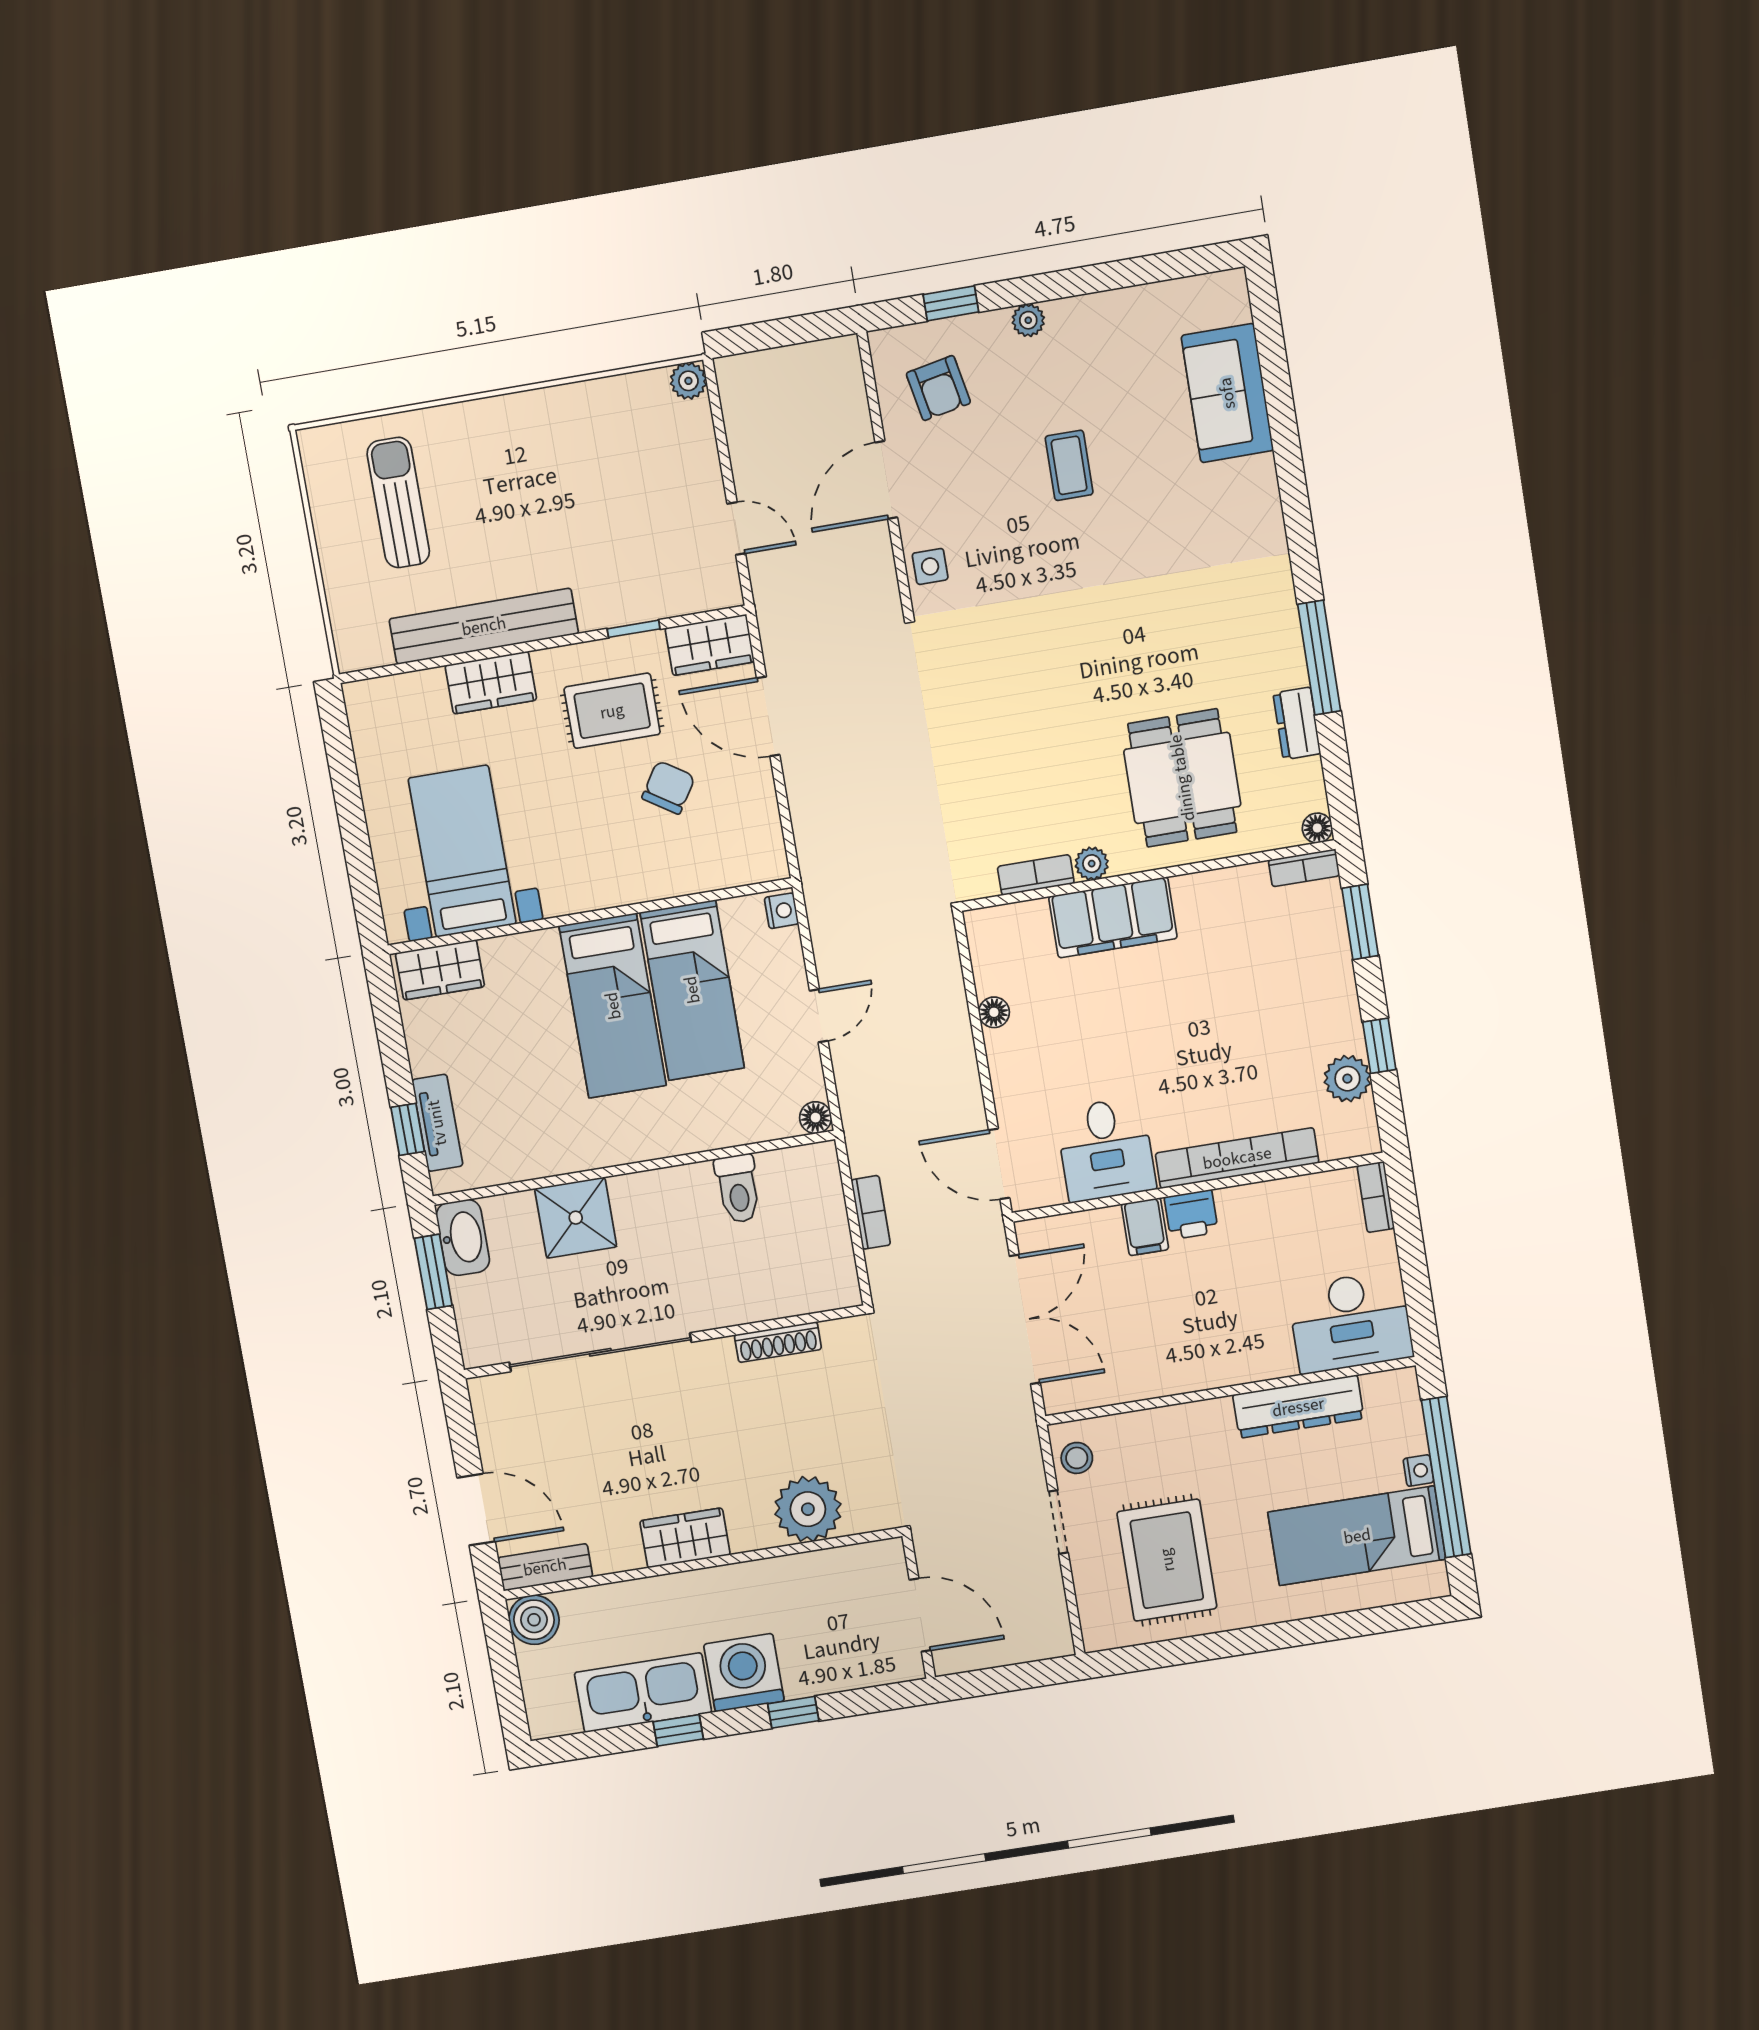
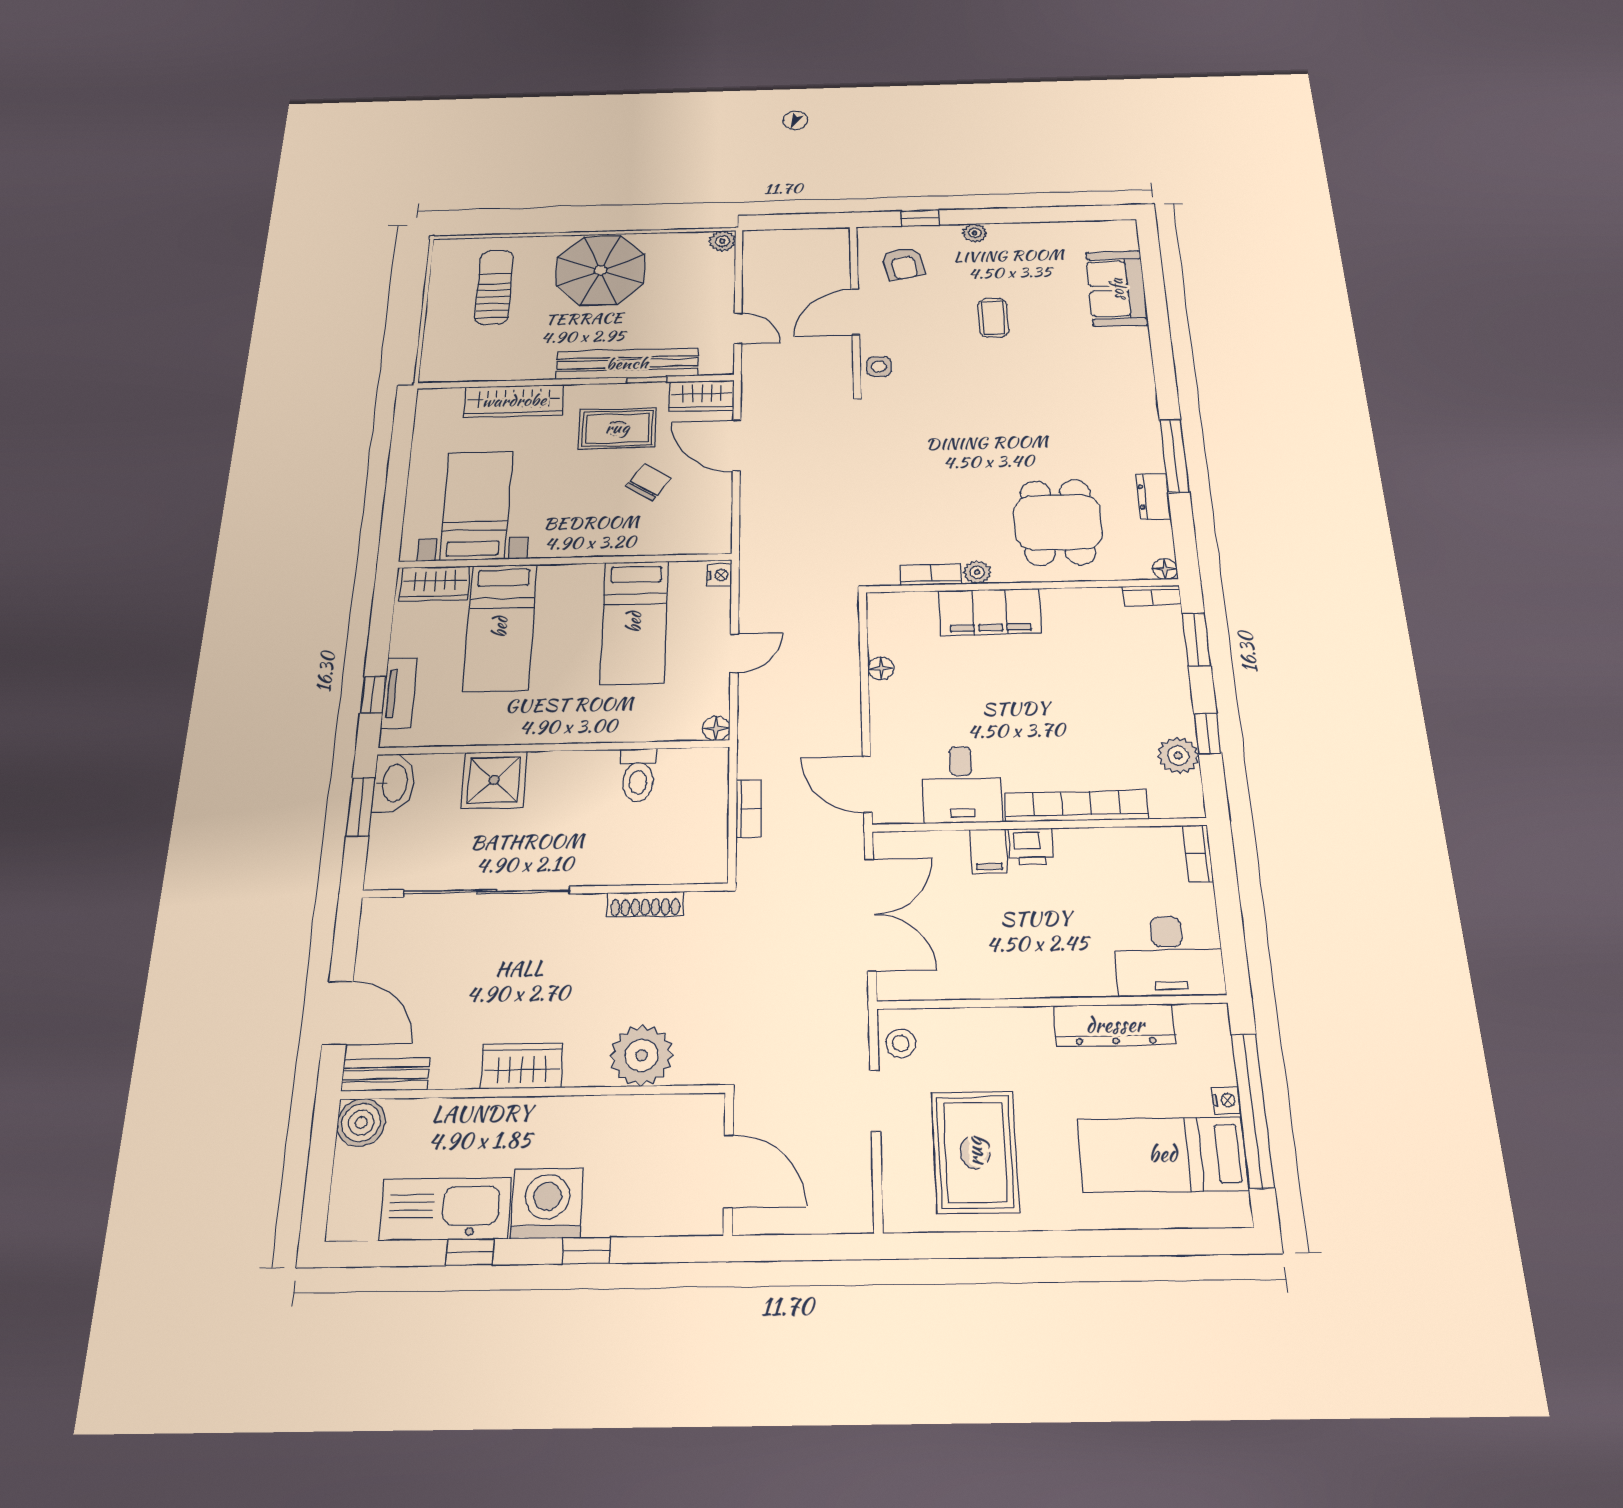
parasol: (534, 454) -> (600, 270), added
bench: (484, 626) -> (627, 364), moved
wardrobe: (491, 683) -> (514, 401), width x1.50
bed: (613, 1006) -> (500, 627), moved

